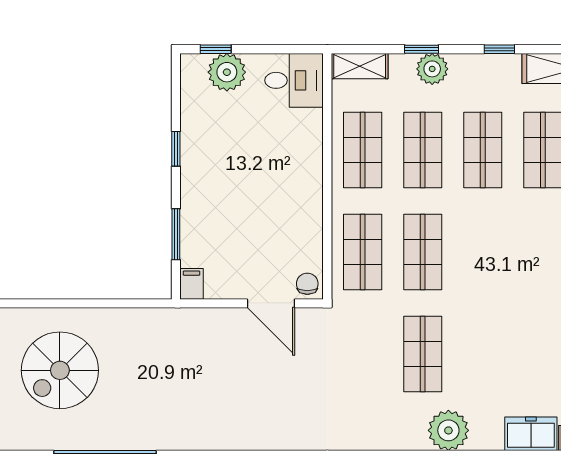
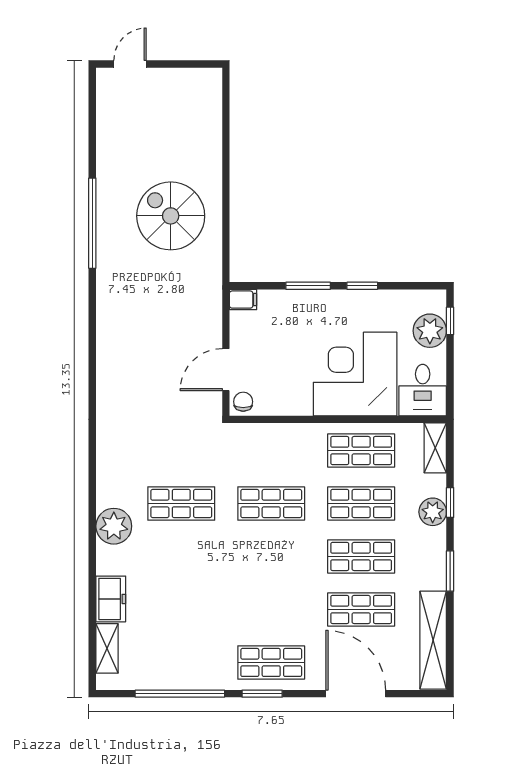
window: (499, 49) -> (450, 571), width x1.50
corner desk: (276, 157) -> (355, 374), added
window: (176, 234) -> (308, 286), moved
shop shelf: (363, 252) -> (271, 451), removed
chair: (307, 284) -> (243, 402), turned -90
spiral stairs: (60, 370) -> (171, 216), moved

